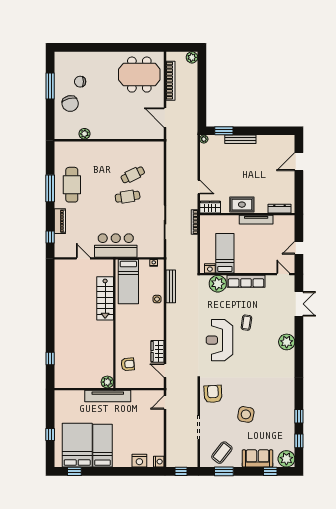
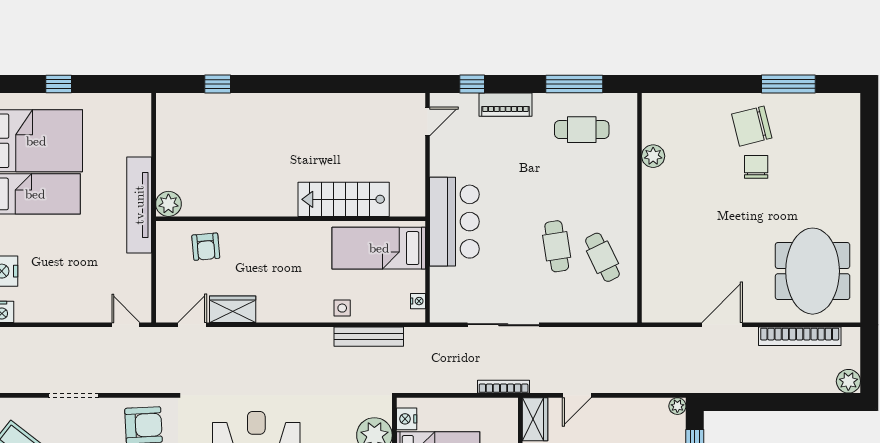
chair: (80, 82) -> (756, 167), moved
plant: (84, 134) -> (653, 156), moved
wall: (109, 140) -> (640, 208), moved
cafe table: (72, 185) -> (582, 130), width x0.73, depth x0.74
door: (83, 258) -> (427, 121), moved

